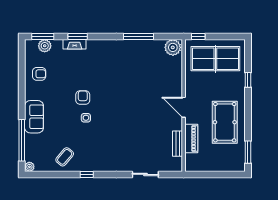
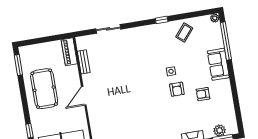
armchair: (39, 74) -> (203, 94), moved
door: (184, 107) -> (84, 96), swing flipped
piano: (191, 138) -> (69, 52), moved

